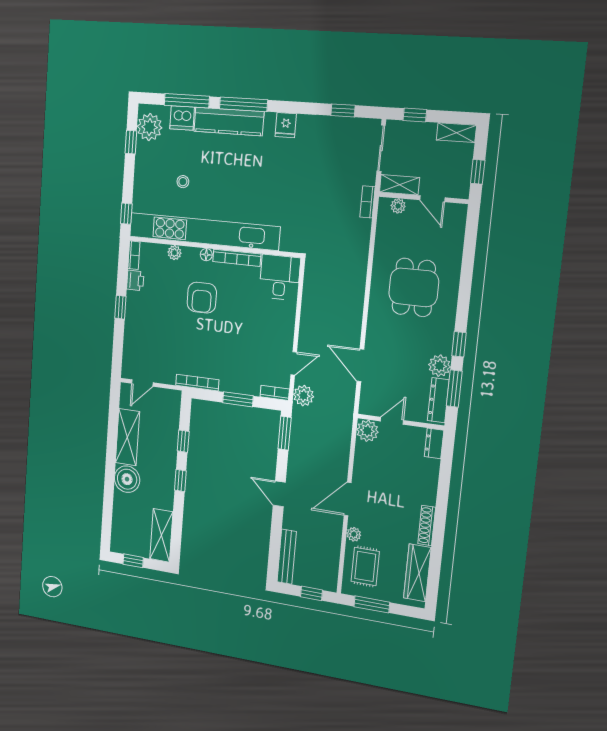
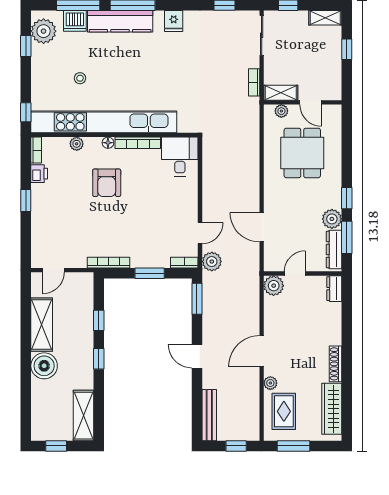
shelving: (399, 185) -> (281, 93), moved
wall: (423, 198) -> (303, 102), moved
door: (432, 199) -> (311, 102), moved
plant: (398, 206) -> (281, 111), moved

